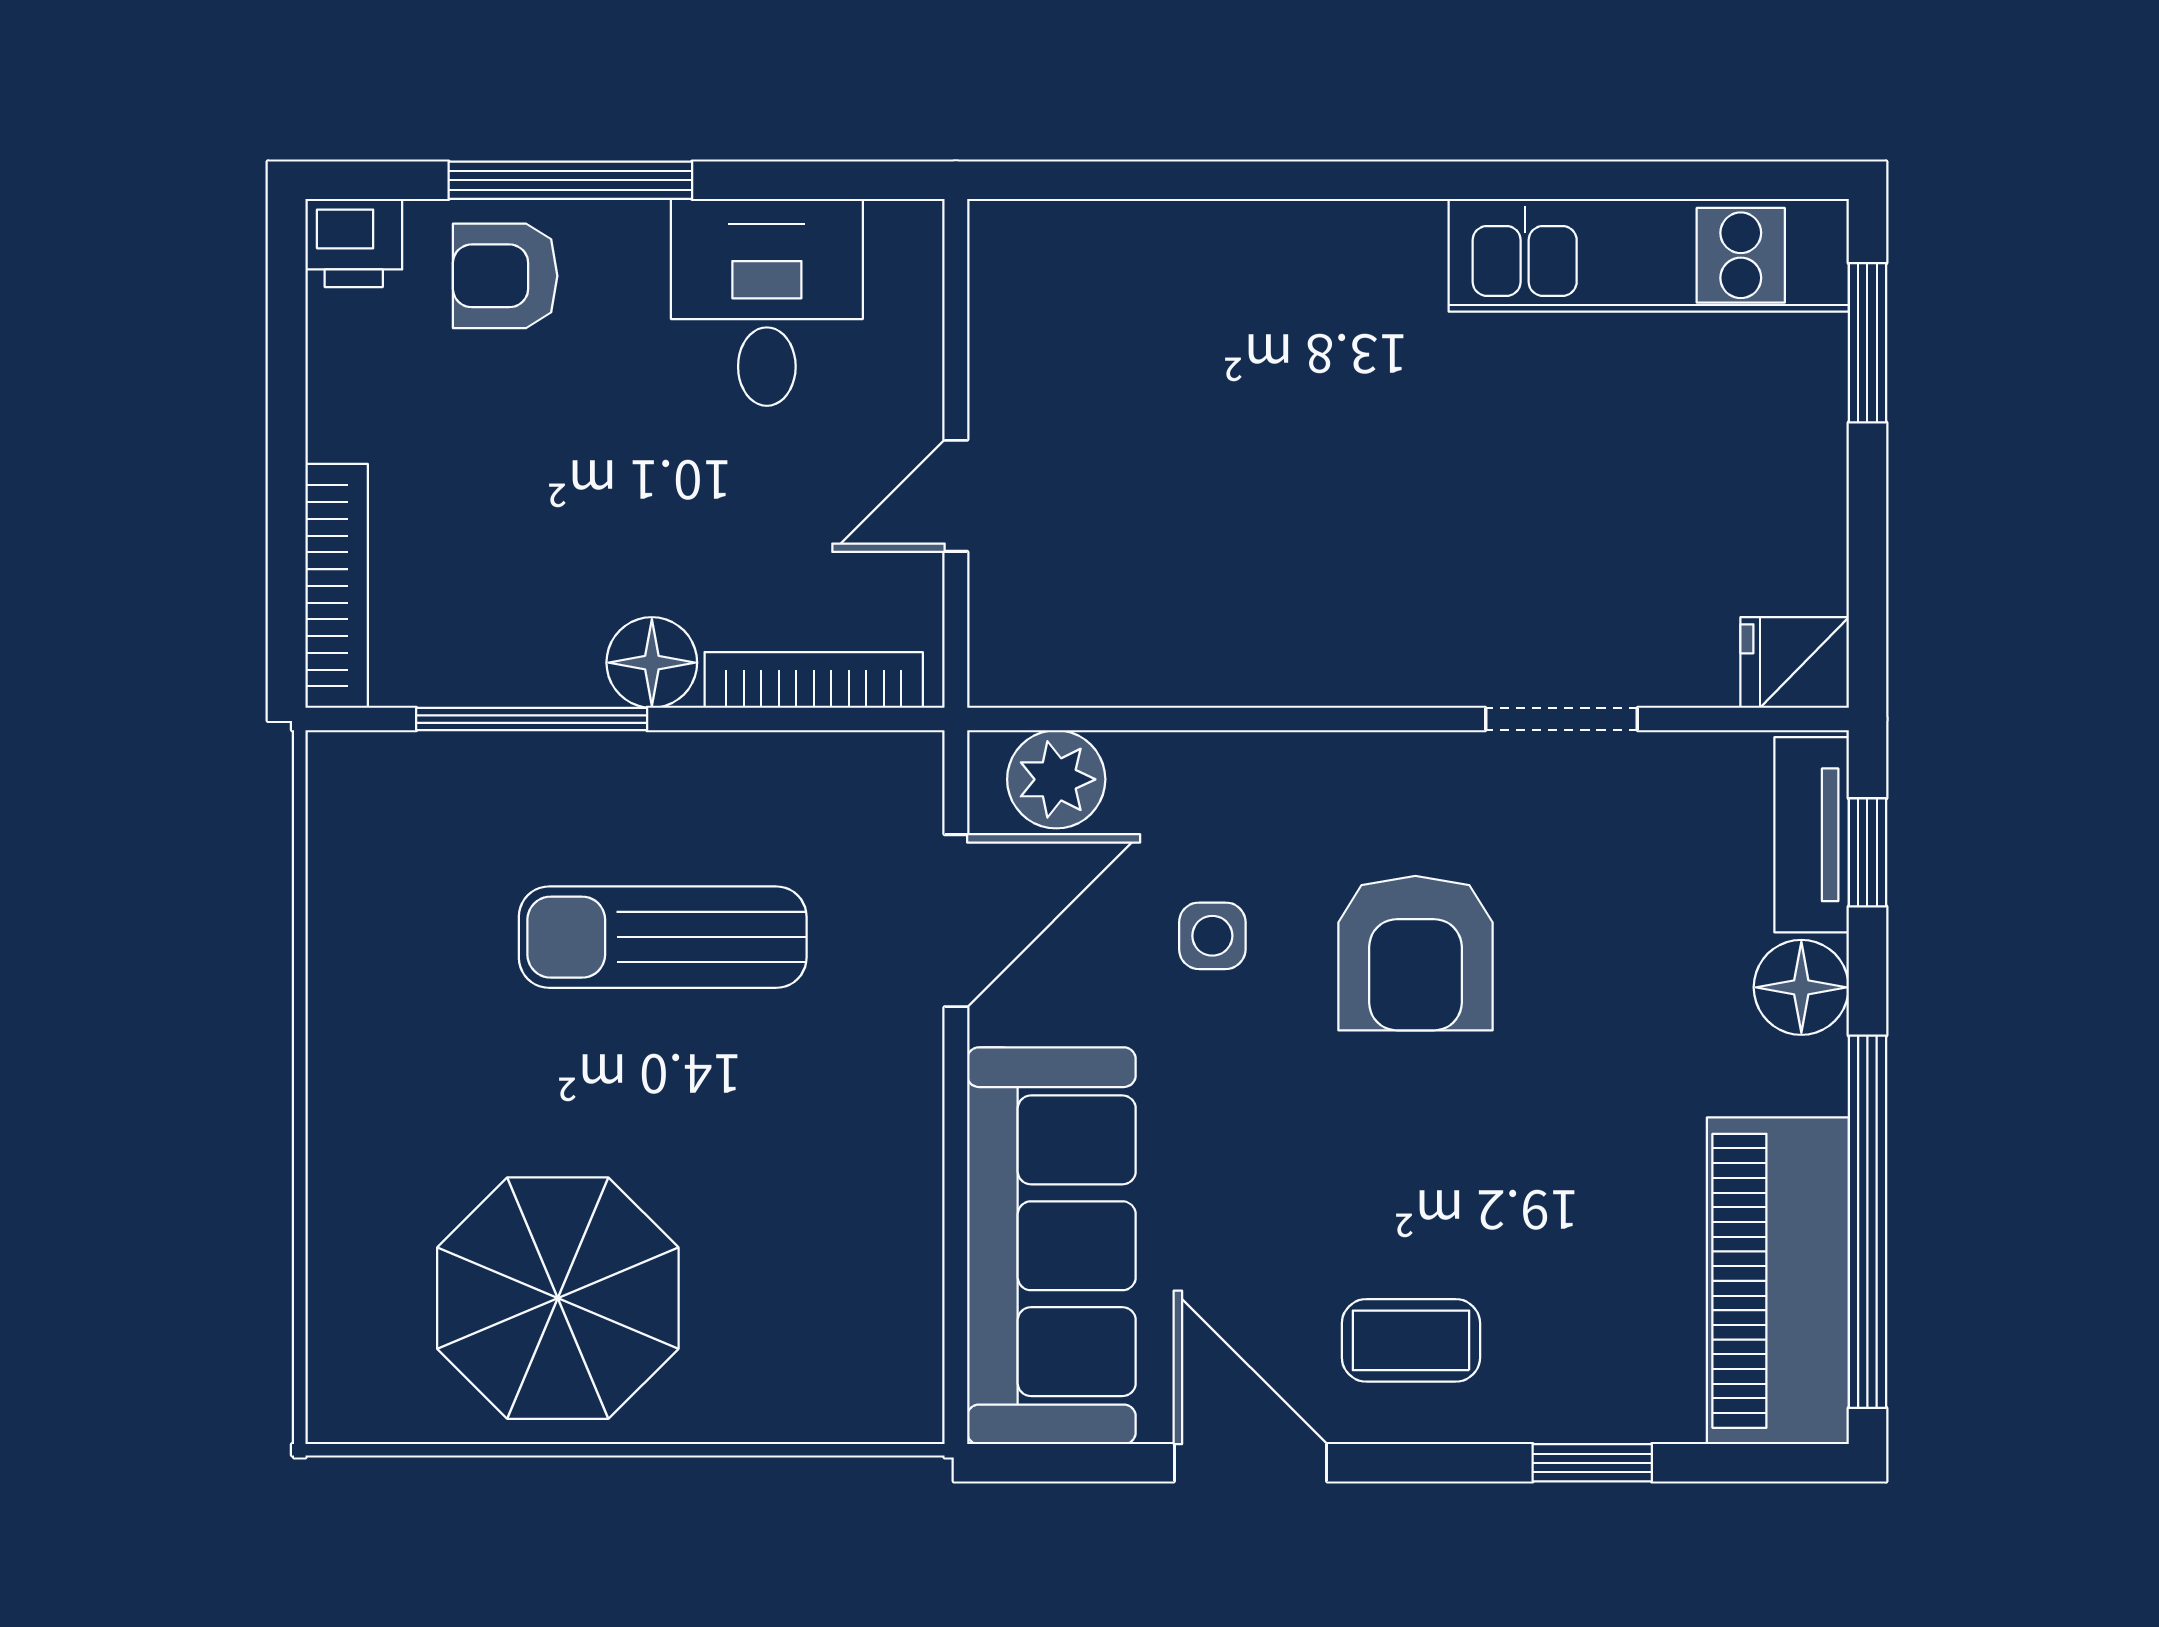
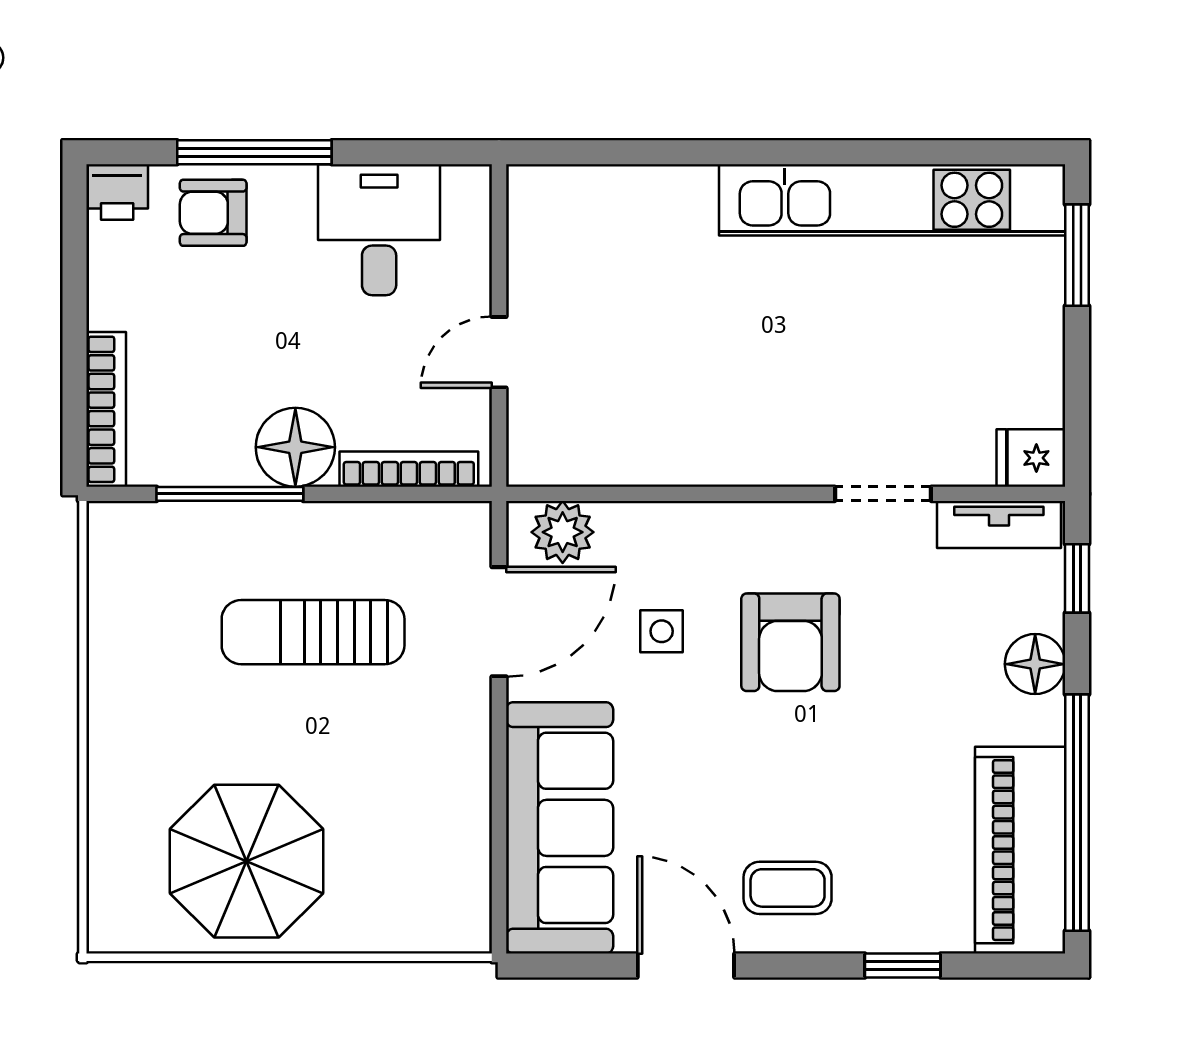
kitchen unit: (1649, 255) -> (892, 200), width x1.36
floor lamp: (652, 663) -> (295, 447), width x1.38, depth x1.38
tv unit: (1812, 835) -> (999, 525), moved, turned -90

